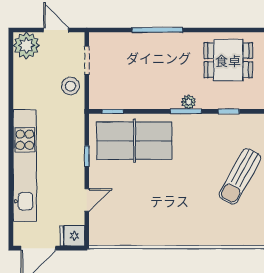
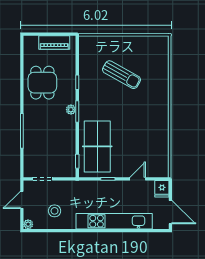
plant: (26, 45) -> (28, 224), width x0.53, depth x0.53
stool: (70, 86) -> (55, 211), moved
door: (87, 200) -> (138, 179), hinge flipped

